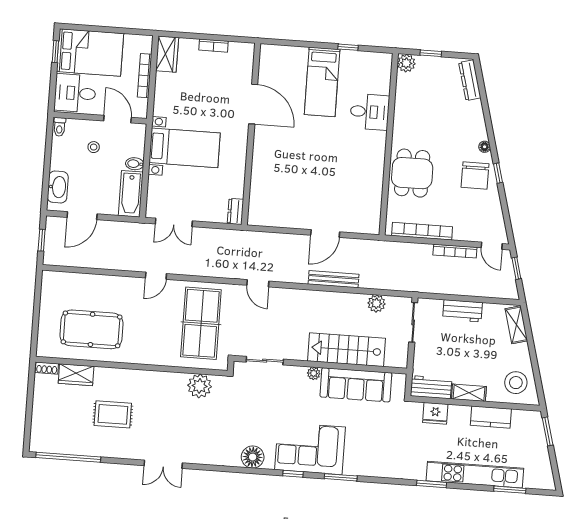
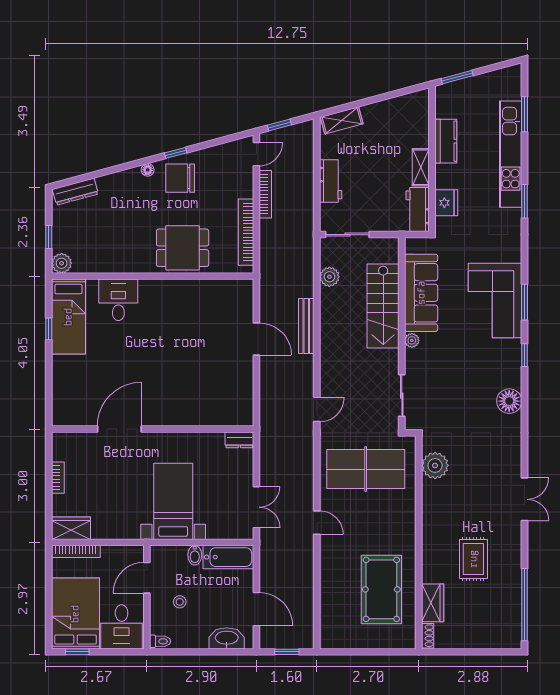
bookcase: (145, 76) -> (76, 551), moved
bed: (322, 82) -> (68, 317), moved, turned 90
chair: (475, 176) -> (180, 178), turned 180
stool: (516, 383) -> (406, 116), removed
corner sofa: (310, 448) -> (495, 301), moved

